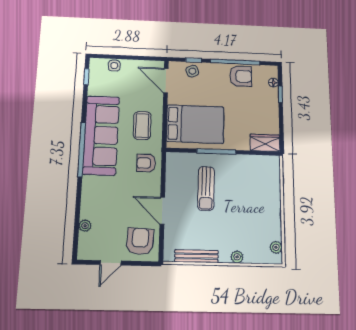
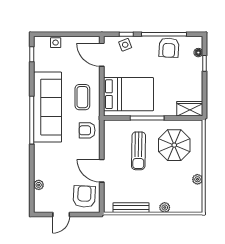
armchair: (241, 76) -> (169, 48), turned 93
parasol: (248, 183) -> (174, 145), added
plant: (276, 247) -> (197, 179), moved

